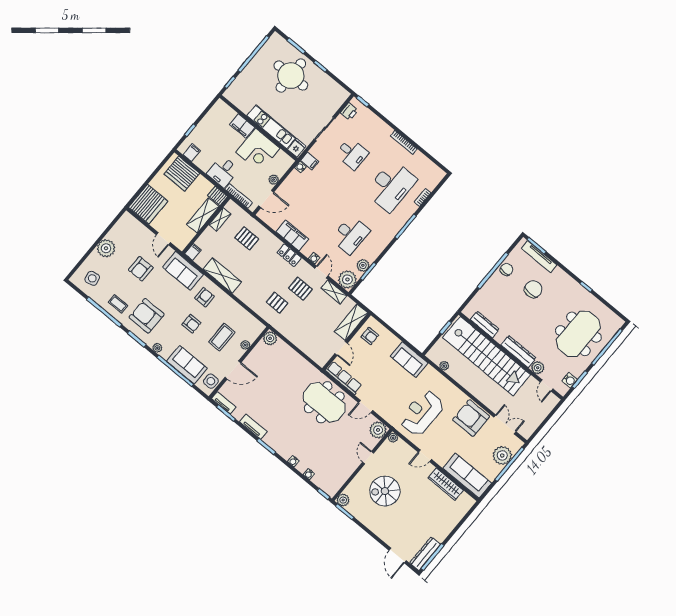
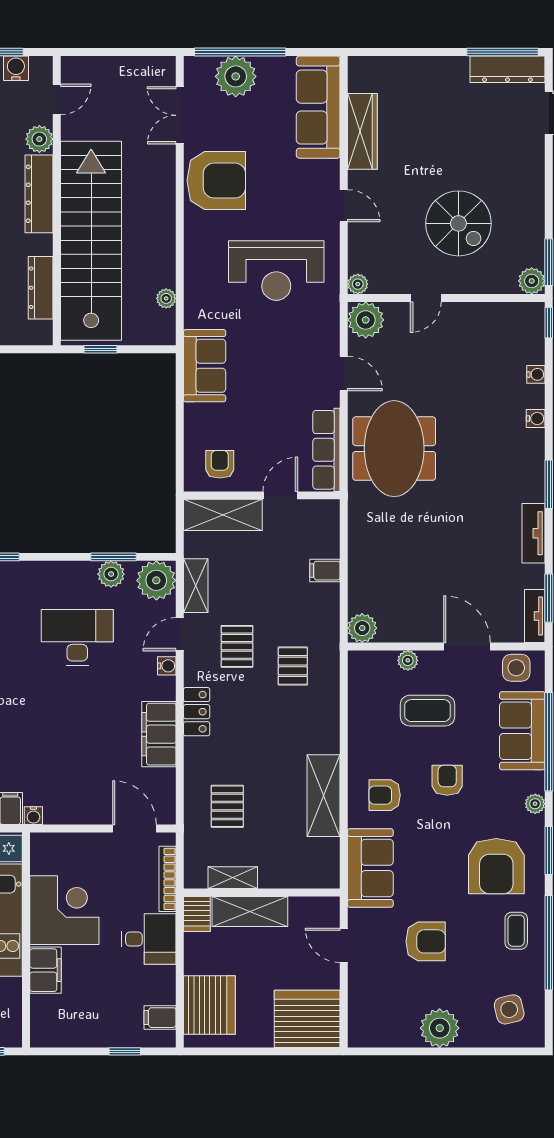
plant: (274, 180) -> (92, 843), removed
door: (163, 239) -> (344, 945), swing flipped
filing cabinet: (193, 252) -> (325, 571), moved
armchair: (471, 418) -> (216, 181), turned -90

